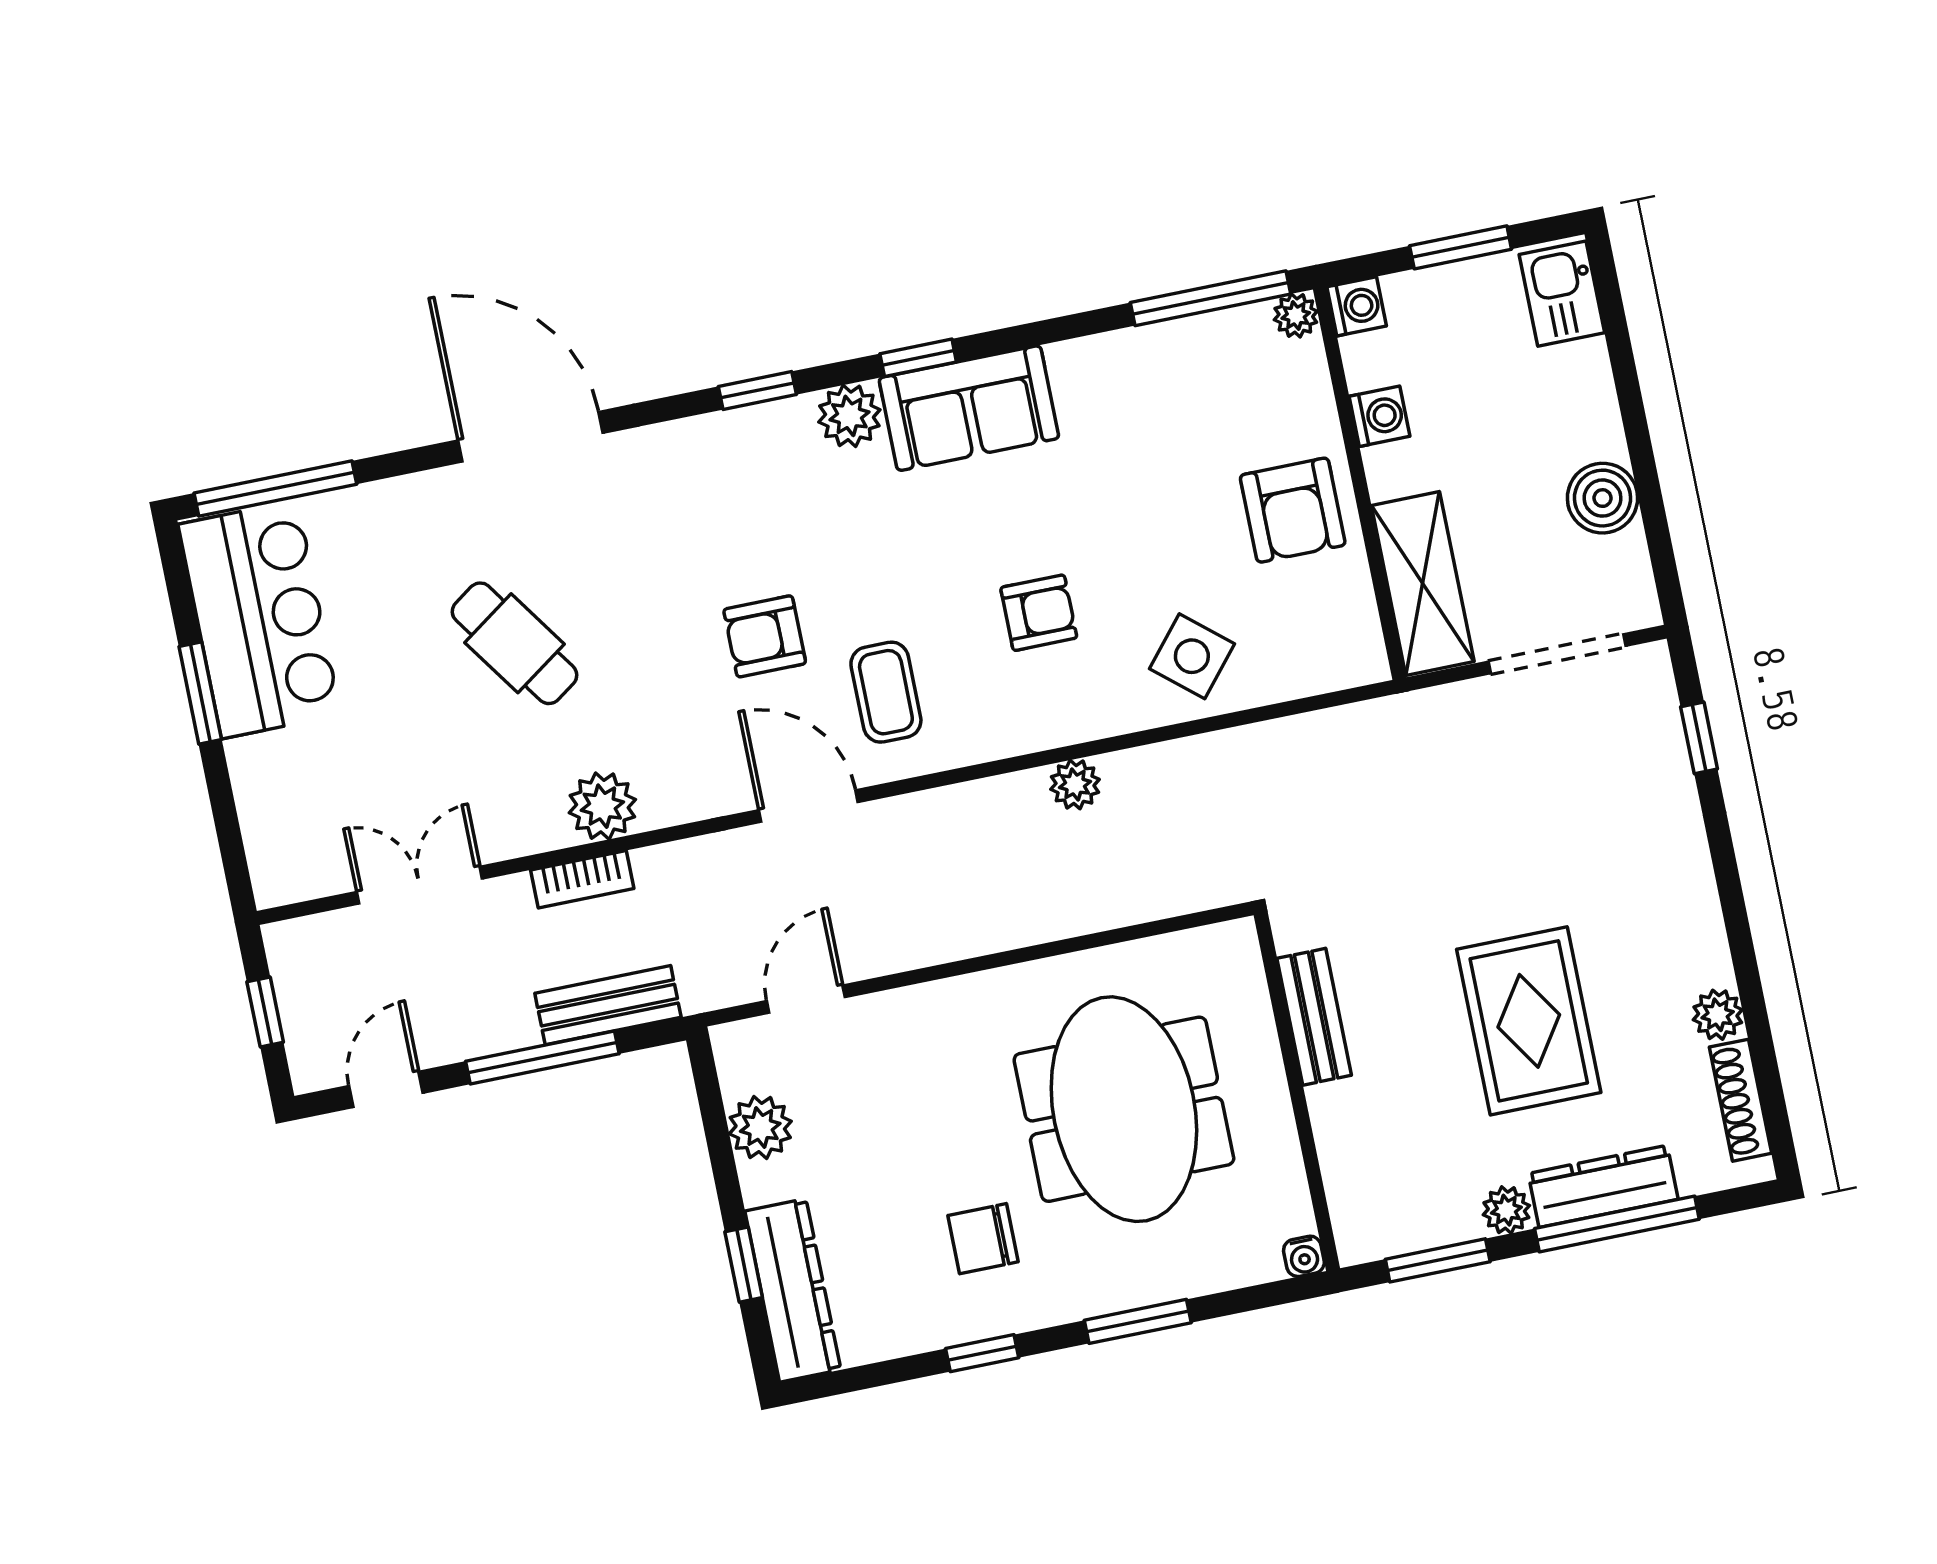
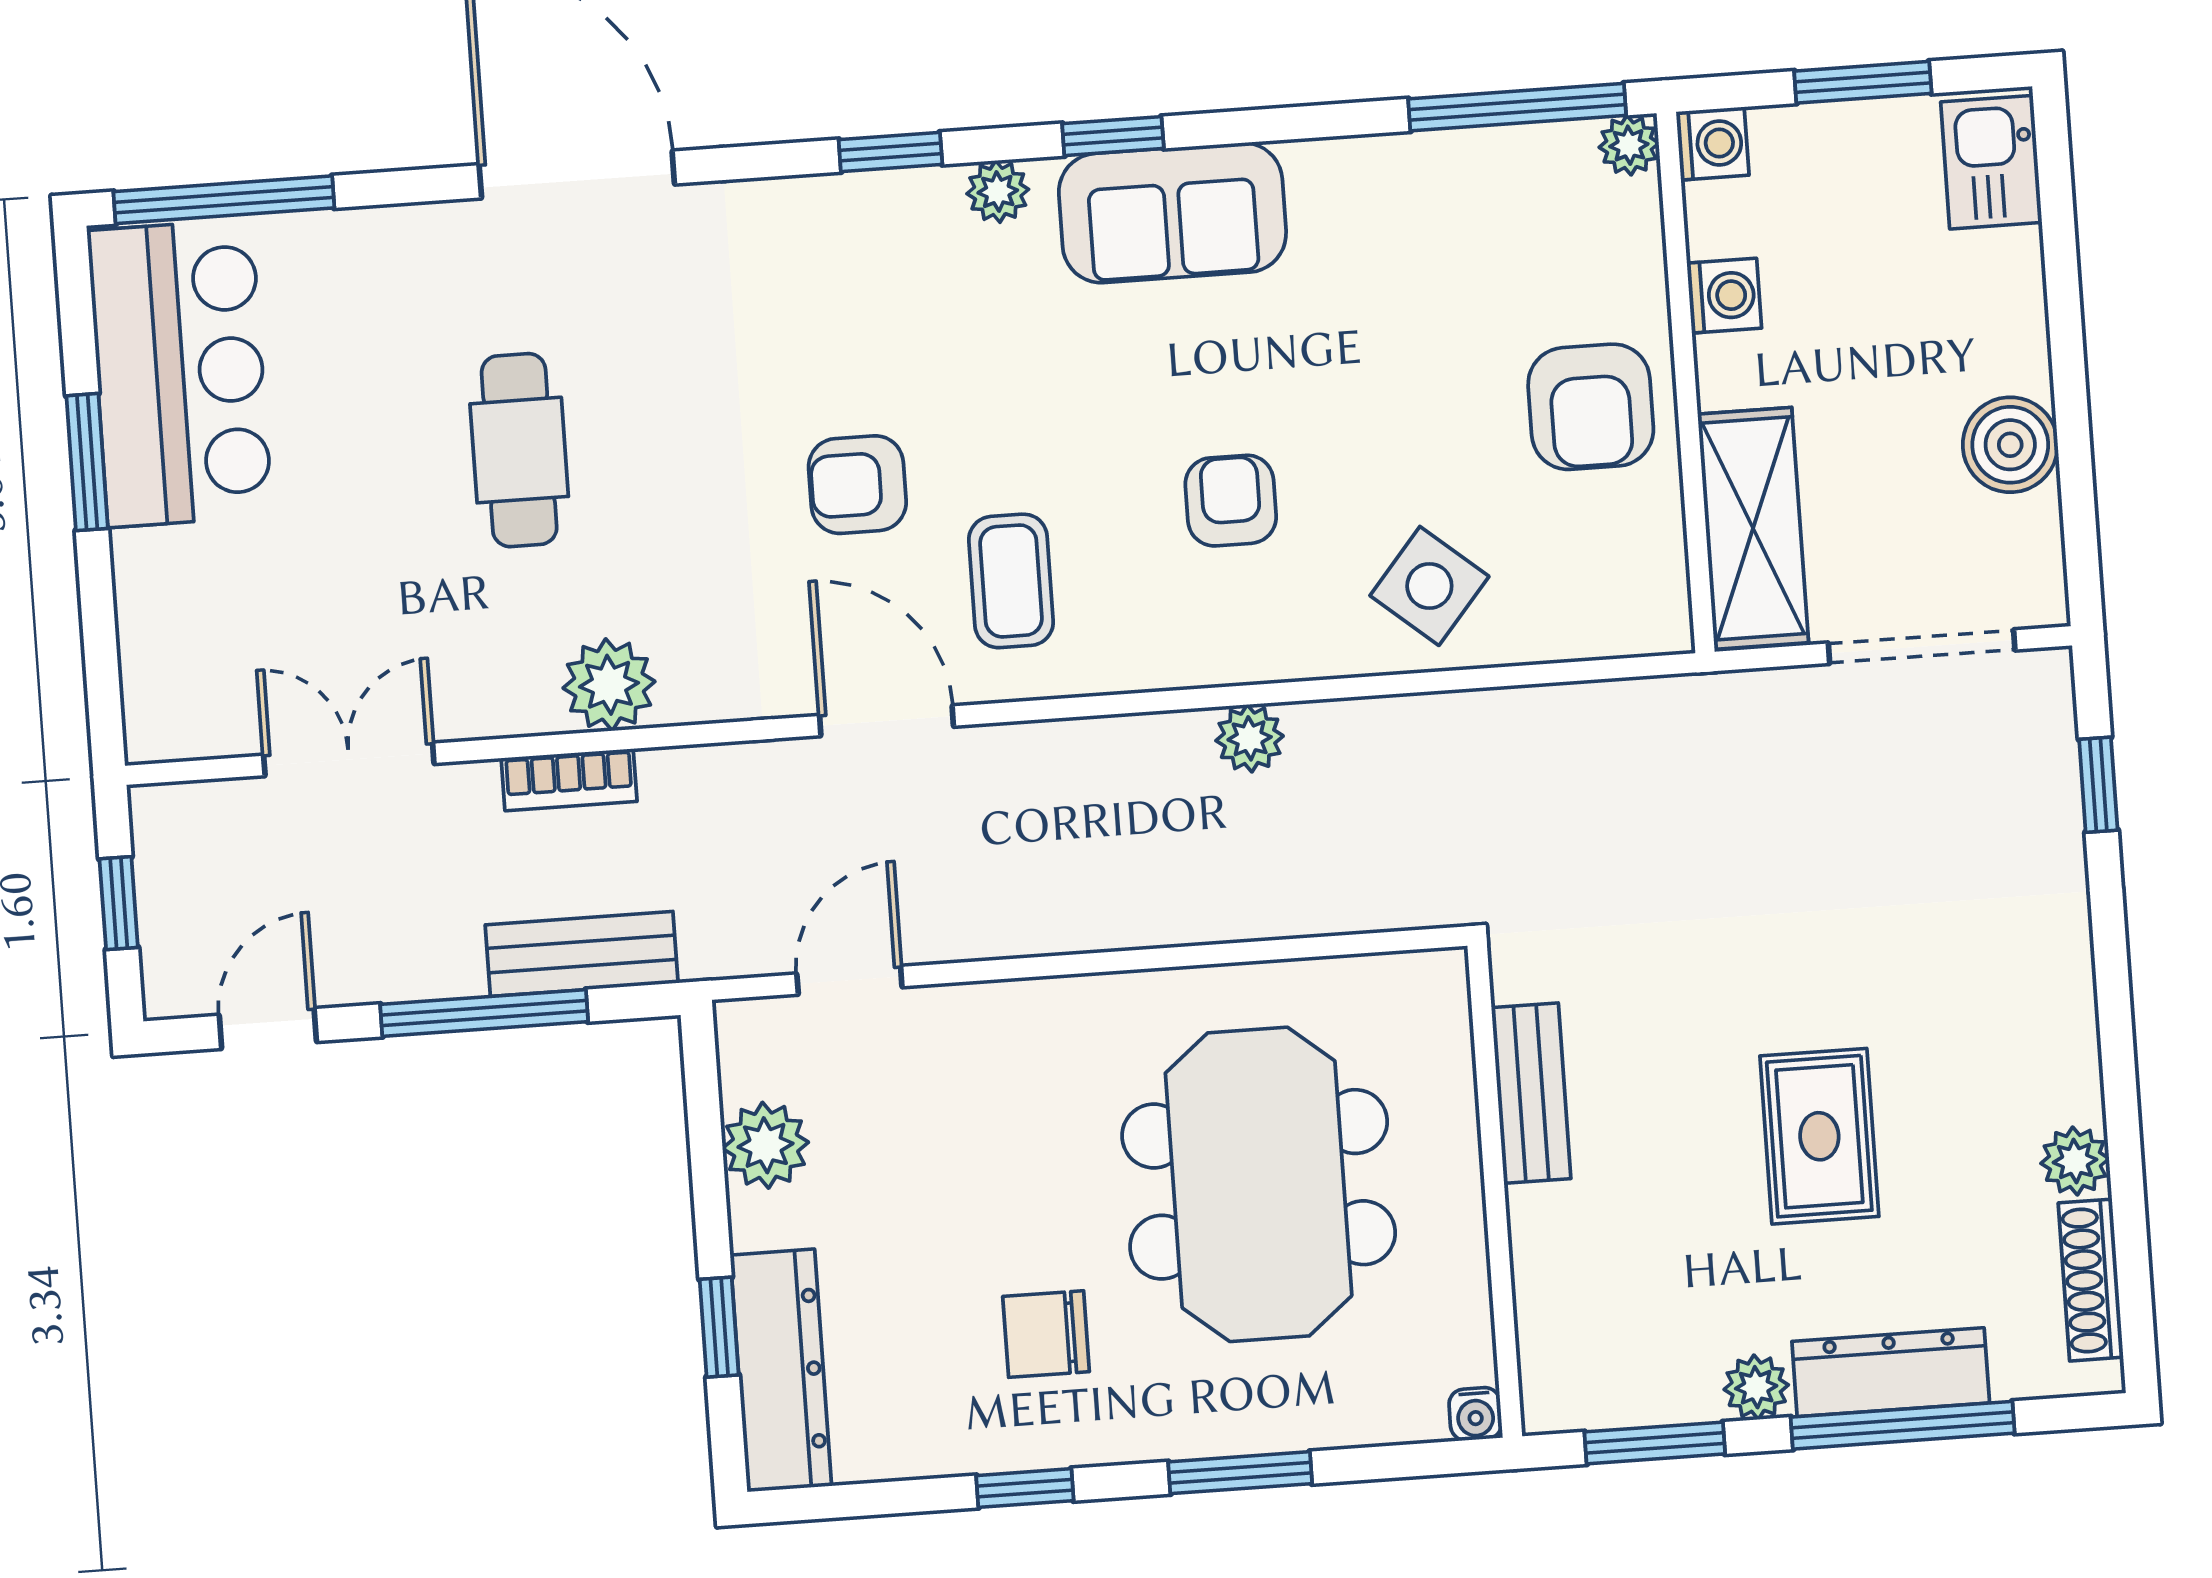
plant: (849, 416) -> (998, 191), width x0.73, depth x0.73
armchair: (1039, 613) -> (1231, 501), turned -90
cafe table: (515, 643) -> (519, 450), turned 35
rug: (1529, 1021) -> (1819, 1136), width x0.73, depth x0.70

